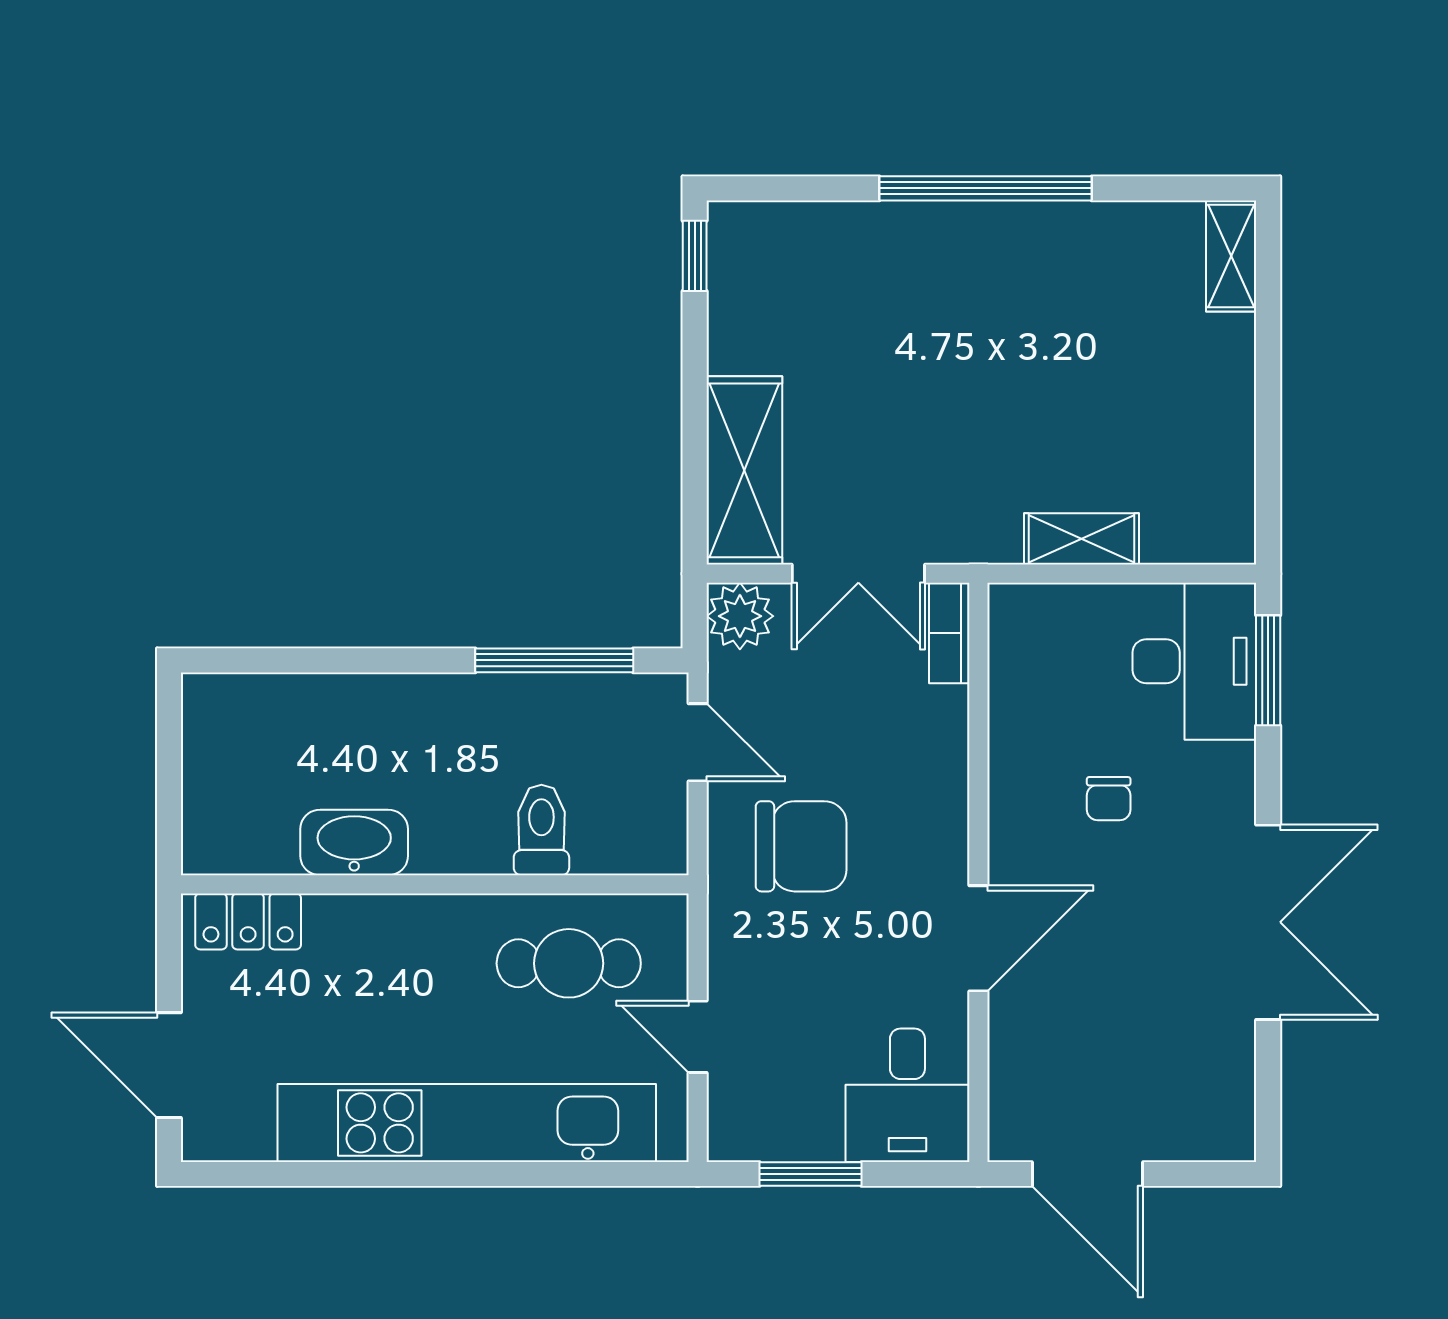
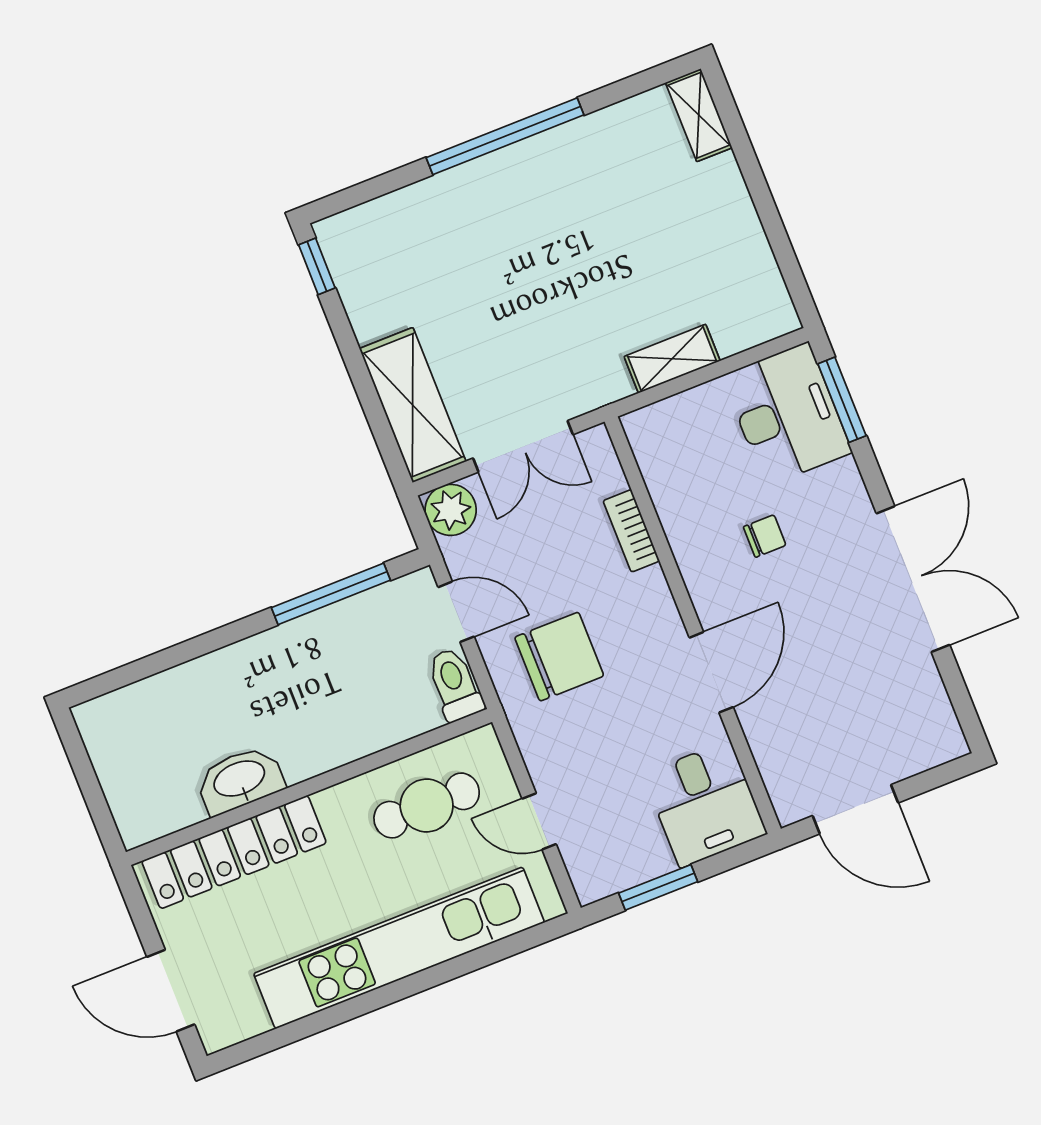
bookcase: (949, 633) -> (631, 531), moved
chair: (1109, 799) -> (765, 536), turned -90
toilet: (541, 830) -> (455, 684), moved
locker: (248, 921) -> (234, 852), width x2.16, depth x1.21

